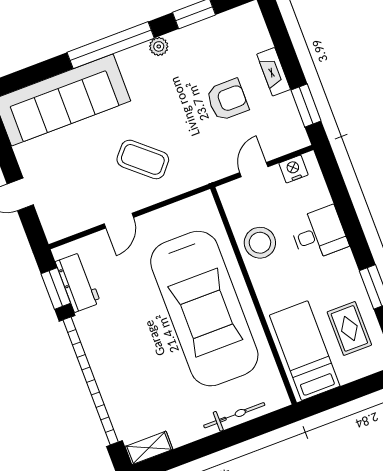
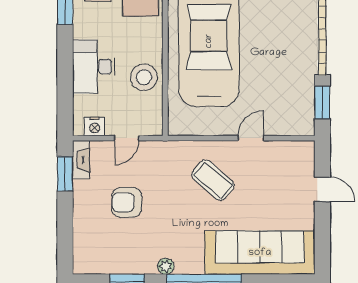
fireplace: (274, 72) -> (81, 160), moved
desk: (319, 234) -> (94, 67), width x1.37
workbench: (78, 282) -> (303, 101), removed

